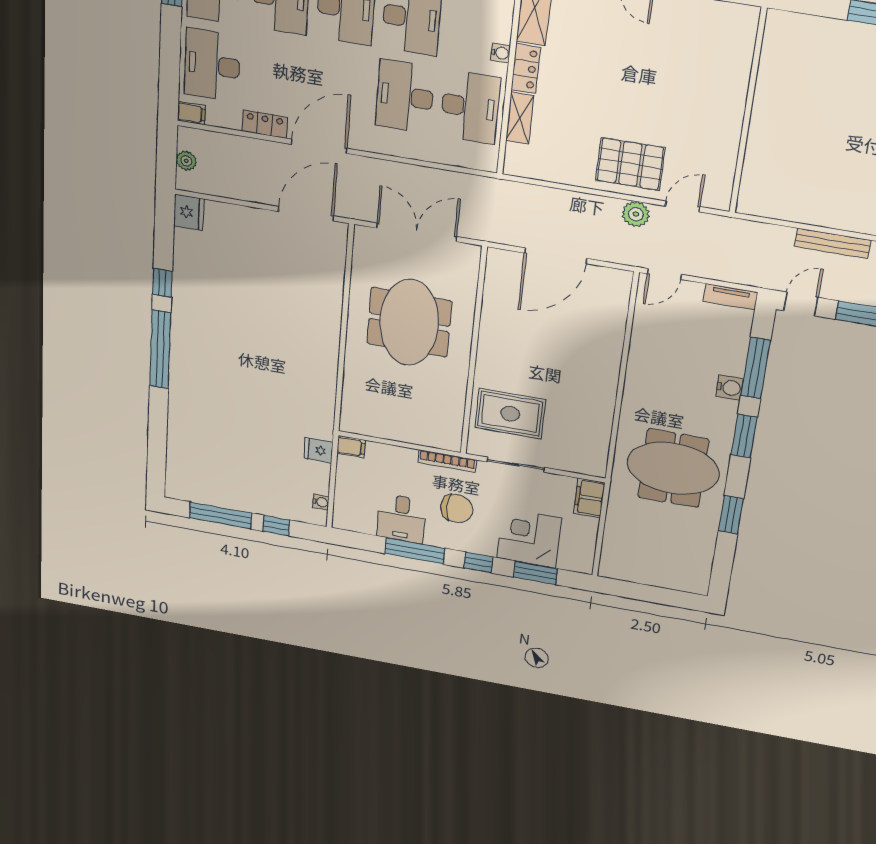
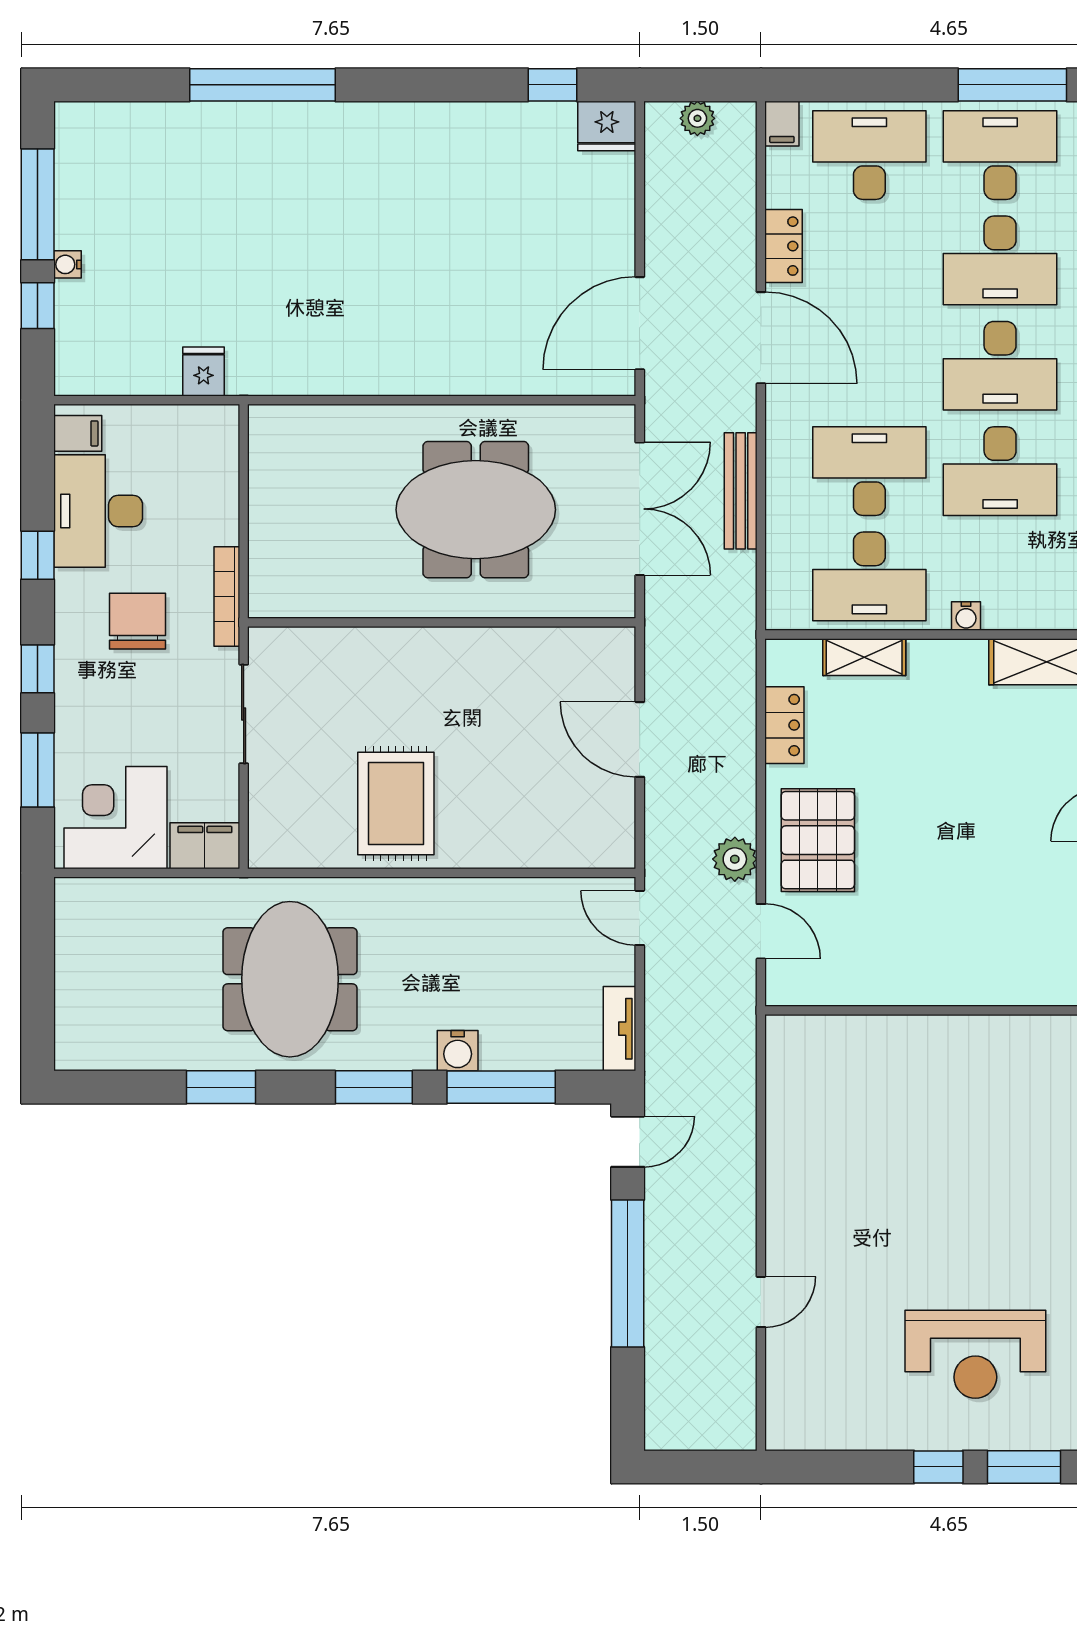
locker: (526, 68) -> (784, 725), moved, turned -90
door: (306, 214) -> (640, 323), swing flipped
bench: (833, 243) -> (741, 491), moved
door: (556, 256) -> (640, 739), width x0.73
window: (162, 283) -> (552, 85), moved
door: (801, 304) -> (628, 1142), hinge flipped
window: (160, 349) -> (263, 85), moved
rug: (510, 414) -> (396, 803), moved
filing cabinet: (351, 447) -> (78, 433), moved, turned -90
water cooler: (321, 502) -> (67, 264), moved, turned 90
chair: (457, 508) -> (138, 621), turned 180
desk: (401, 518) -> (98, 511), width x1.37
corner desk: (529, 538) -> (116, 818), moved, turned -90
window: (415, 551) -> (38, 555), width x0.46

